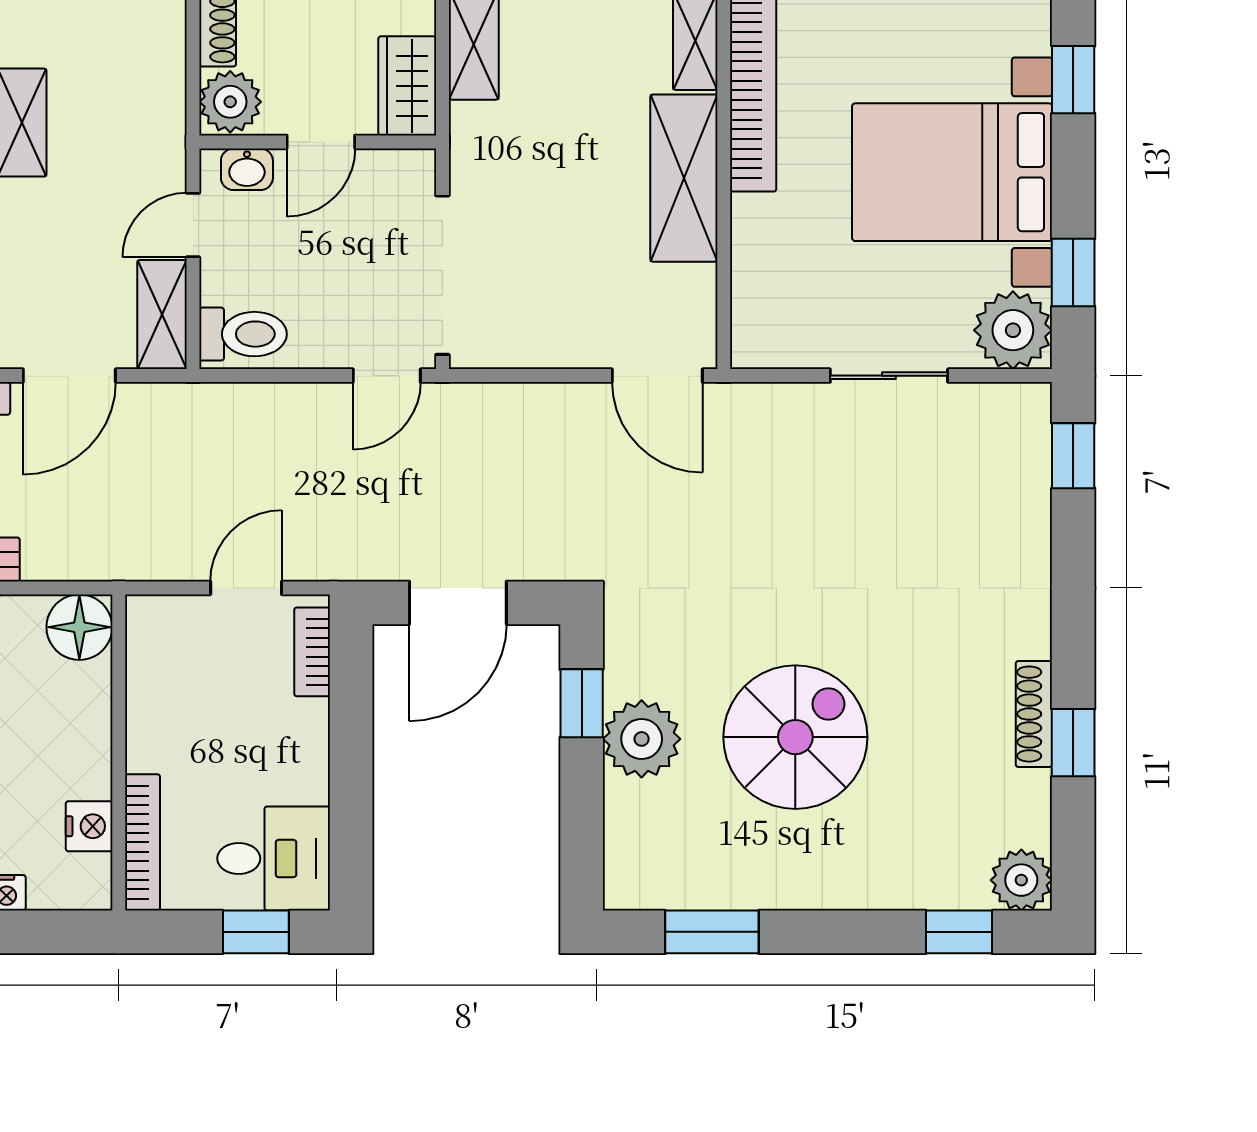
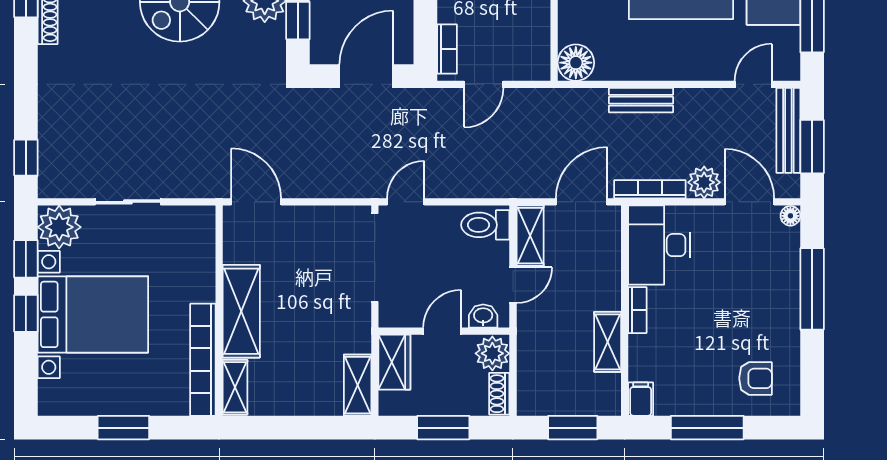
window: (1073, 80) -> (26, 313), moved

